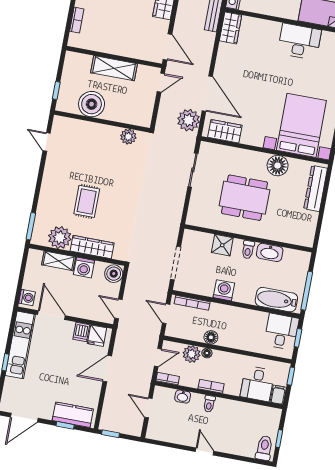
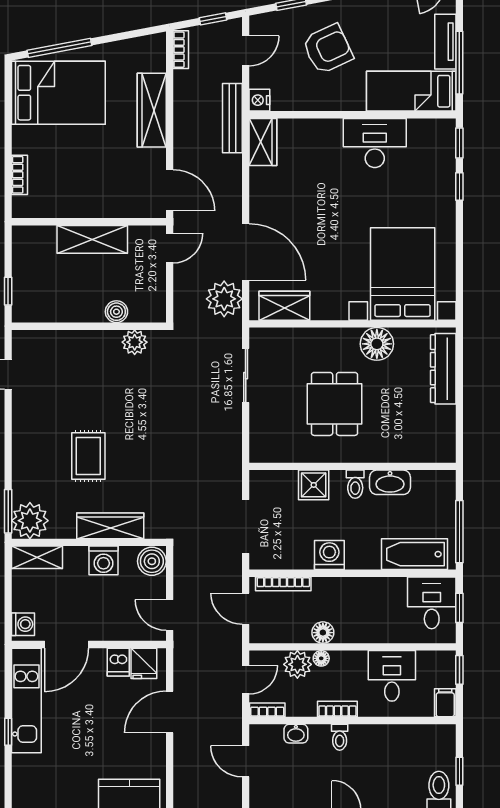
boiler: (92, 104) -> (116, 312), moved, width x0.54, depth x0.54
dining table: (244, 198) -> (335, 404), width x0.73
plant: (60, 238) -> (30, 521), moved
shelving: (59, 261) -> (37, 557), moved
door: (51, 315) -> (67, 645), swing flipped
desk: (257, 384) -> (392, 676), moved, turned 180

